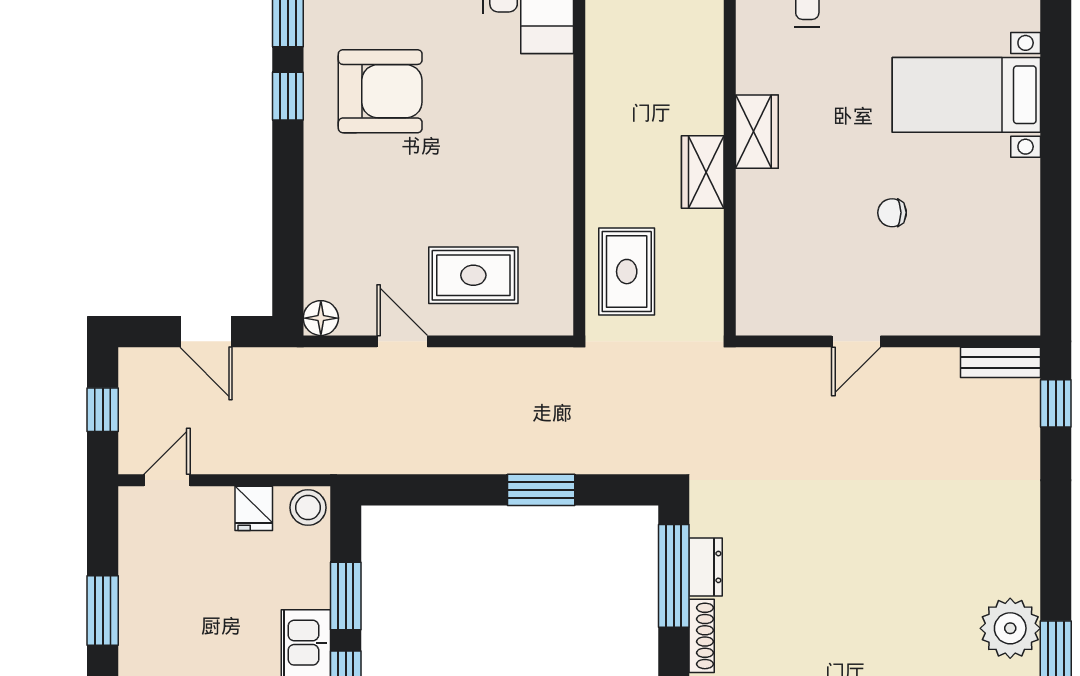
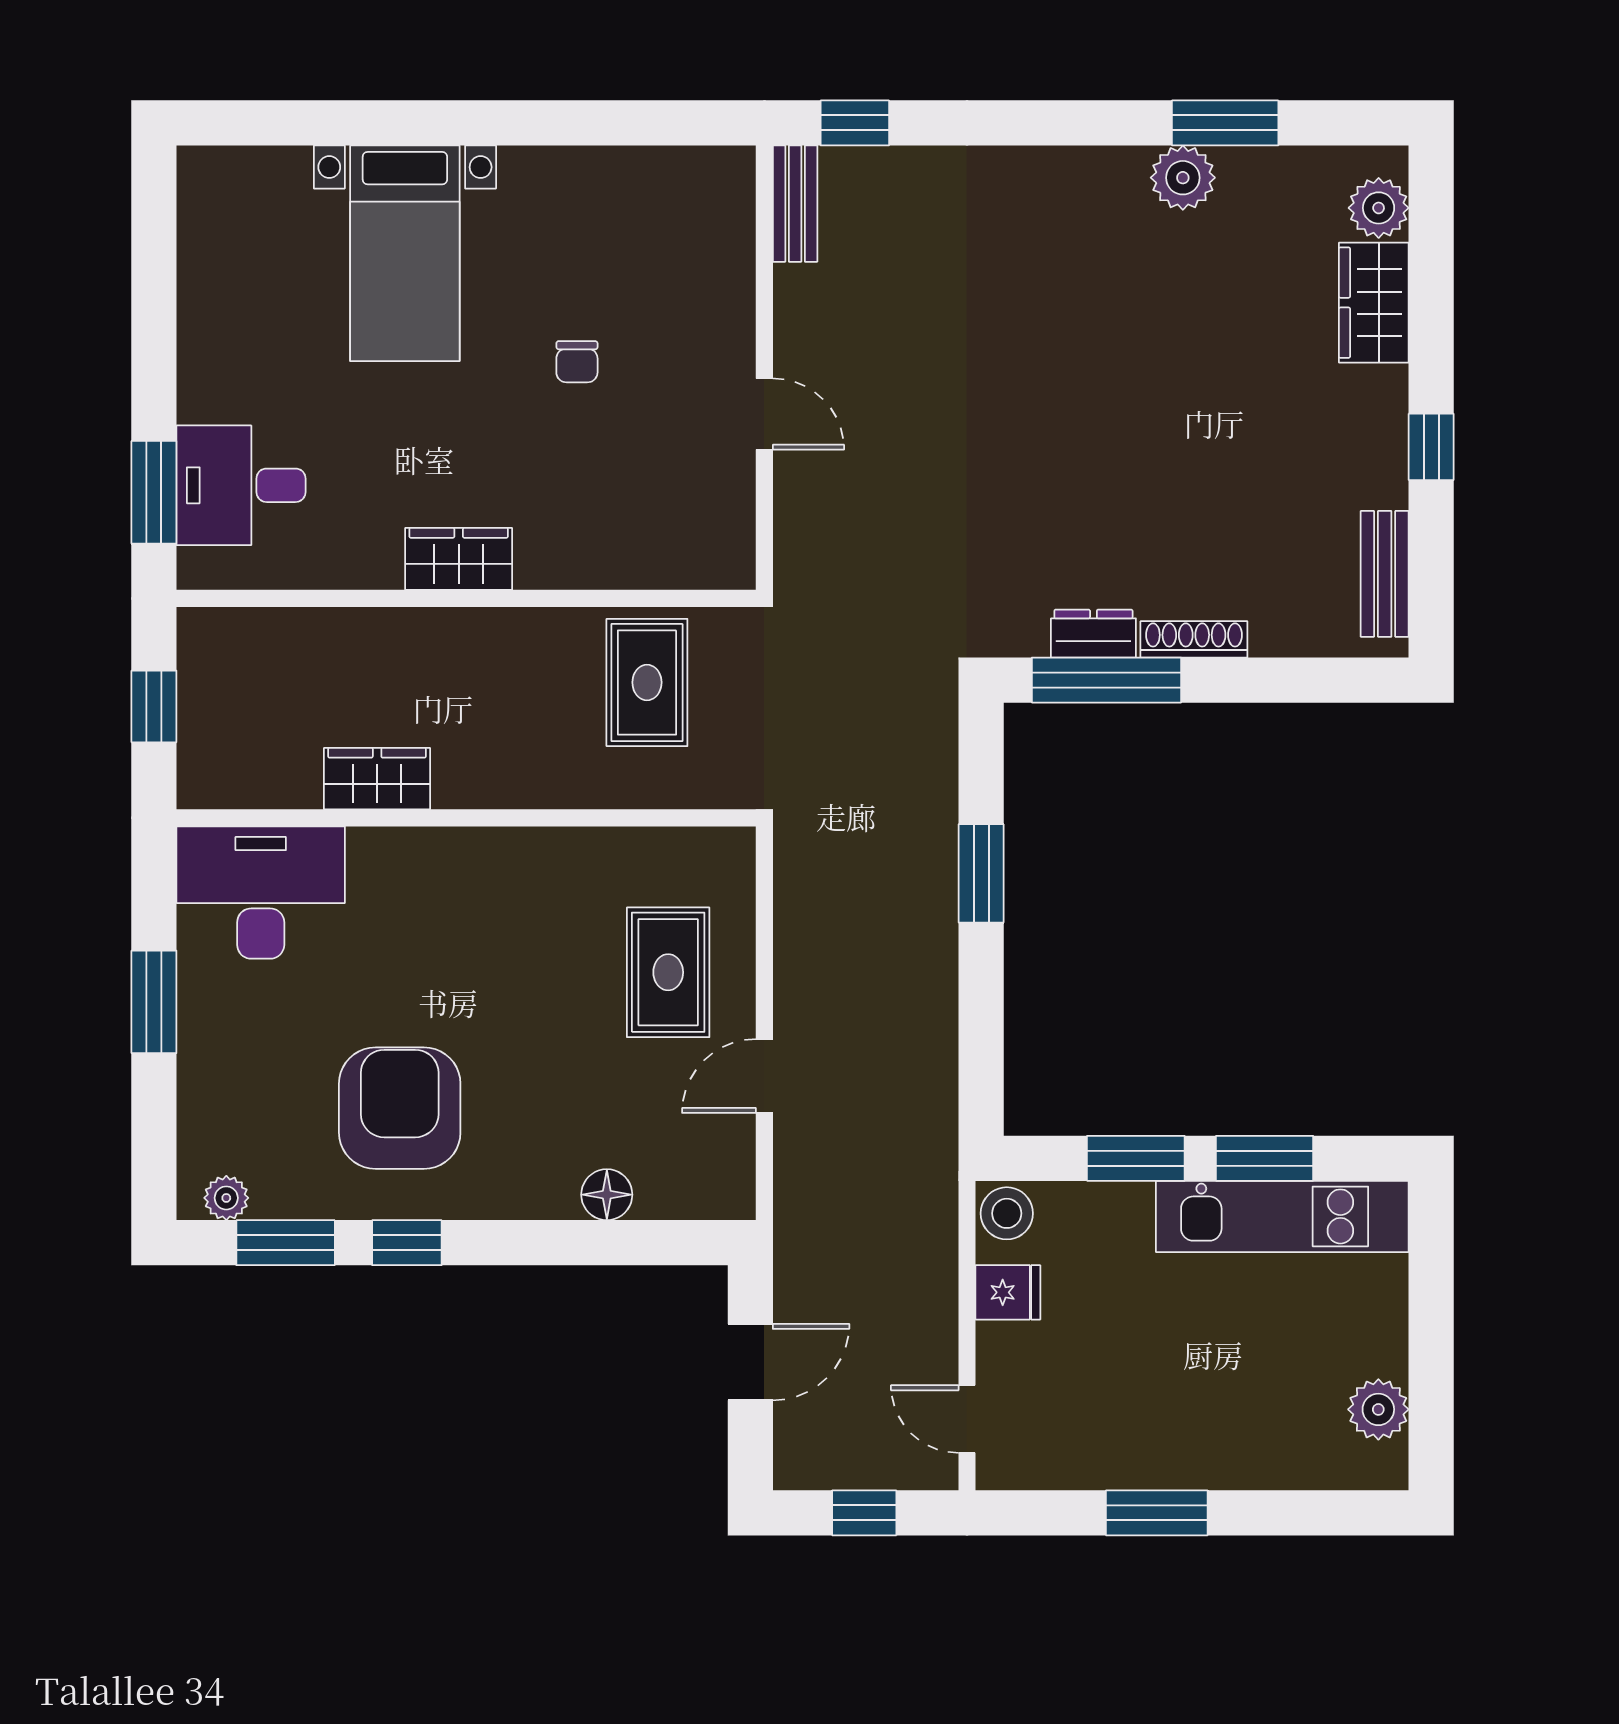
wardrobe: (703, 172) -> (377, 779), moved, turned 180
rug: (627, 272) -> (647, 682), moved, turned 90
floor lamp: (321, 318) -> (607, 1195), moved
plant: (1010, 628) -> (1183, 178), width x0.73, depth x0.73

